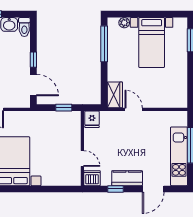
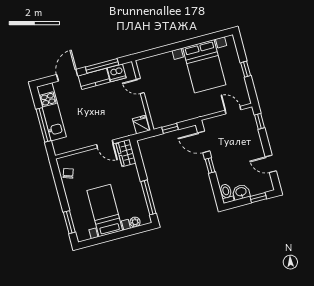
chair: (178, 90) -> (68, 173), added
dishwasher: (92, 178) -> (117, 73), moved
window: (116, 189) -> (102, 66), width x2.17

